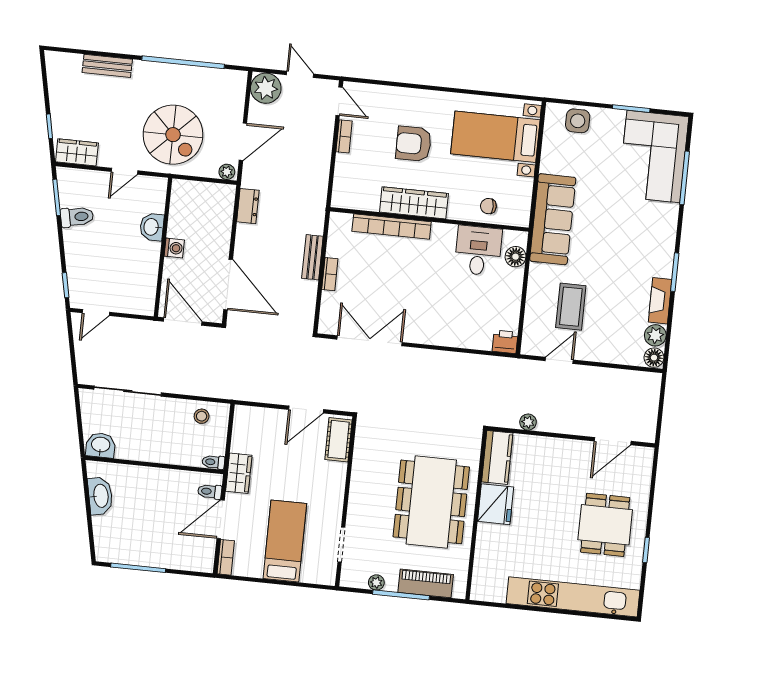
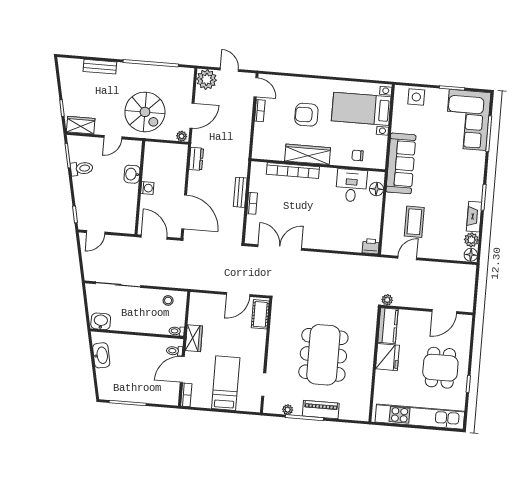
kitchen counter: (497, 457) -> (388, 326), moved
fridge: (496, 504) -> (387, 357), moved
wall: (476, 515) -> (375, 365), moved

